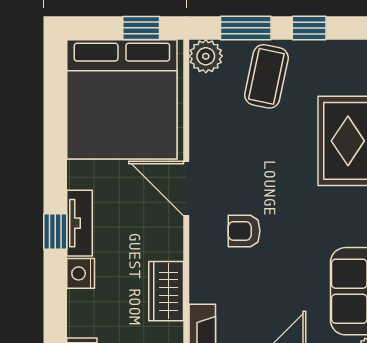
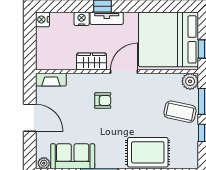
armchair: (244, 231) -> (103, 100), turned 90
wardrobe: (166, 291) -> (91, 62), moved

